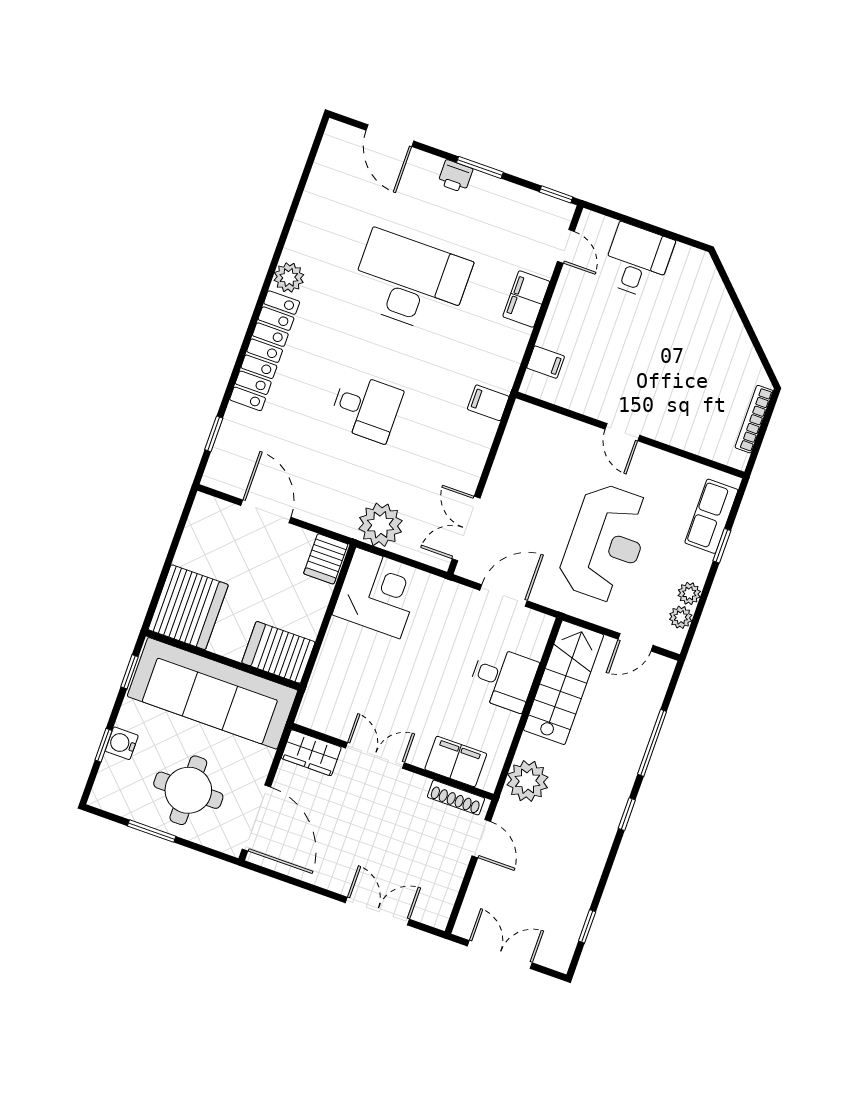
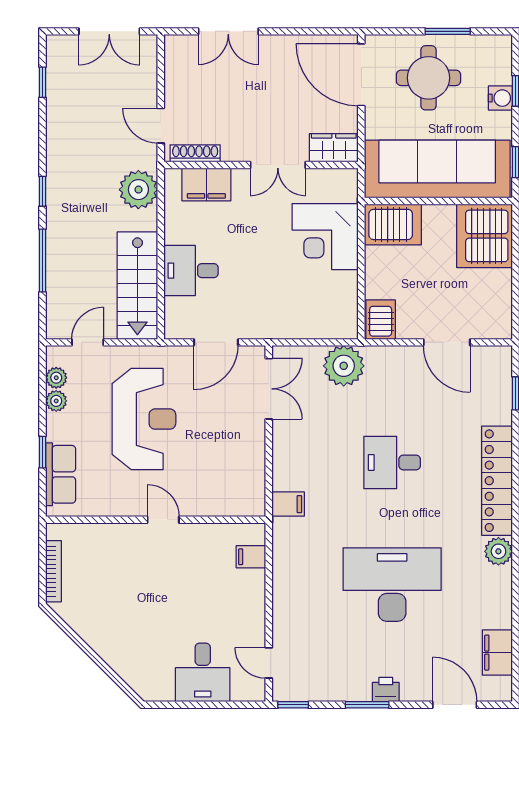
desk: (410, 282) -> (392, 585), turned 180
filing cabinet: (526, 299) -> (497, 653), moved, turned 180
reception desk: (606, 543) -> (144, 419), turned 180
corner desk: (378, 593) -> (325, 237), moved

